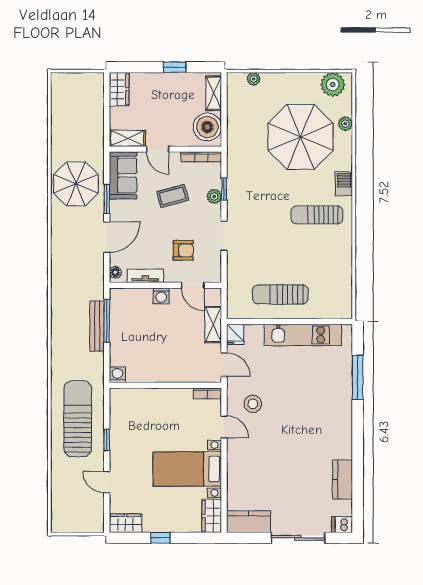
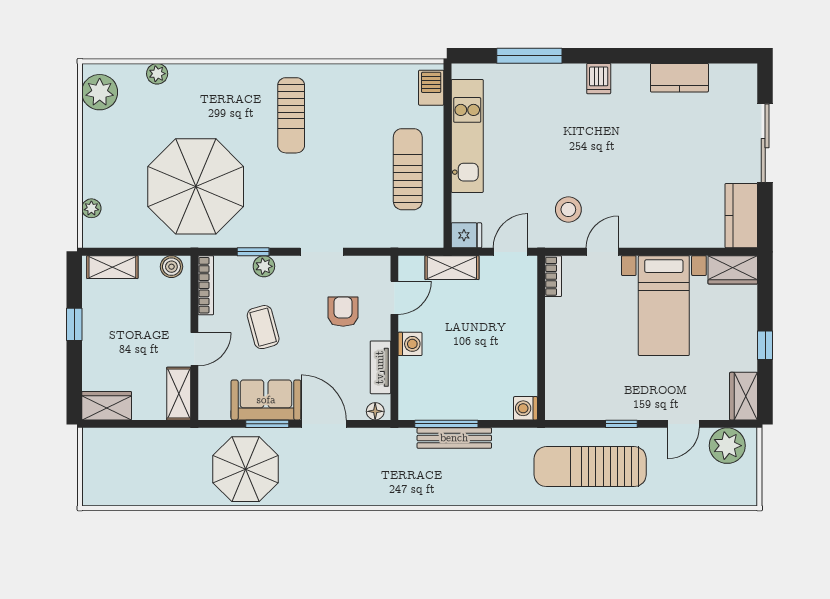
boiler: (207, 127) -> (171, 267), width x0.54, depth x0.54
parasol: (300, 137) -> (196, 186), moved
sofa: (123, 175) -> (266, 400), moved
barbecue: (344, 184) -> (431, 88), moved, turned 90
sun lounger: (280, 294) -> (408, 169), turned 180
plant: (92, 512) -> (727, 446), added
dishwasher: (342, 525) -> (599, 79), moved

